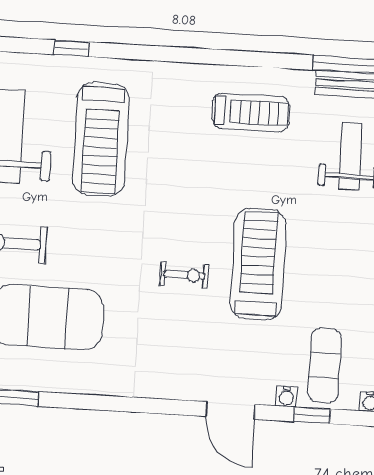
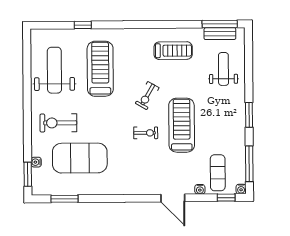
treadmill: (101, 139) -> (100, 69), turned 180
exercise bike: (192, 200) -> (147, 96), added
window: (312, 415) -> (226, 198), moved

